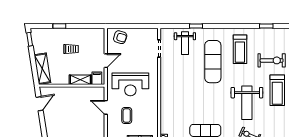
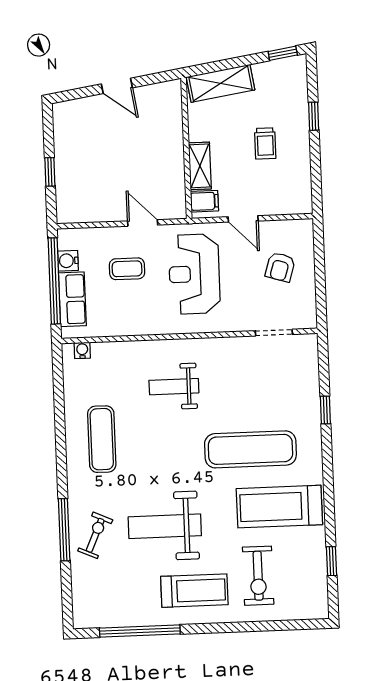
armchair: (120, 37) -> (280, 267), moved
weight bench: (185, 43) -> (174, 387), moved
treadmill: (240, 49) -> (279, 507), width x1.37, depth x1.38
treadmill: (277, 90) -> (194, 591), turned 180
door: (40, 104) -> (117, 86), moved
door: (106, 107) -> (143, 223), hinge flipped

